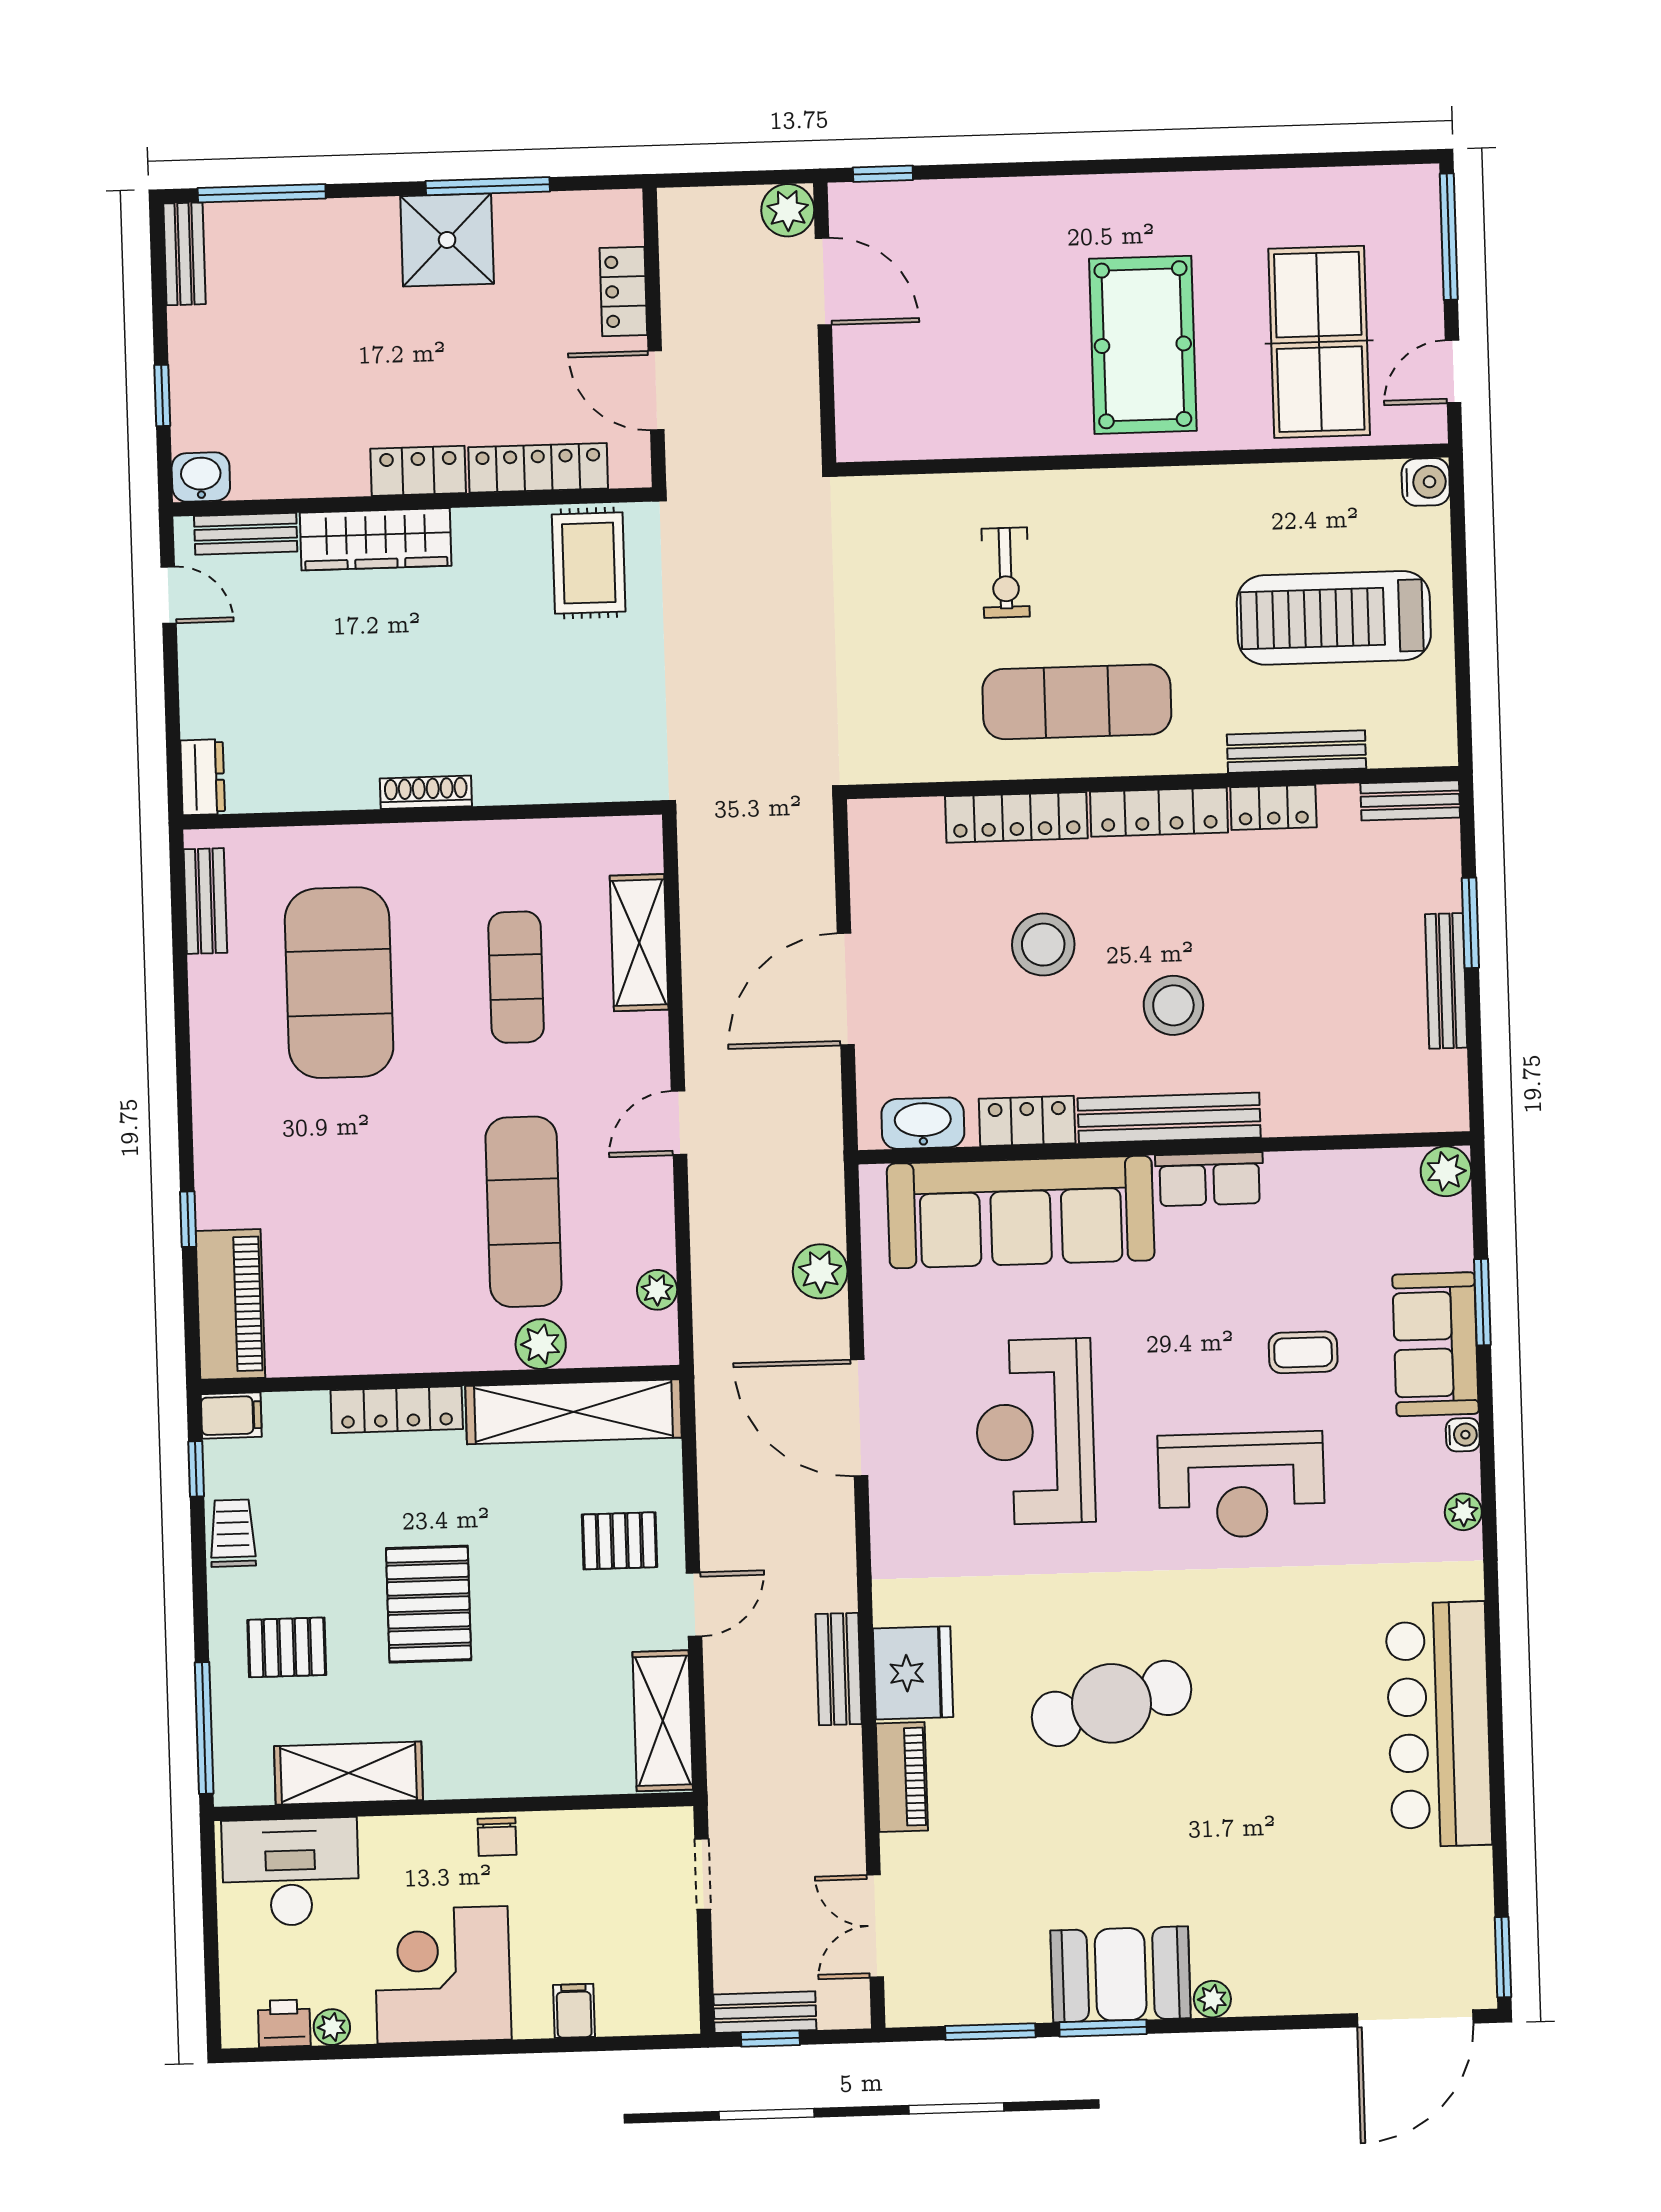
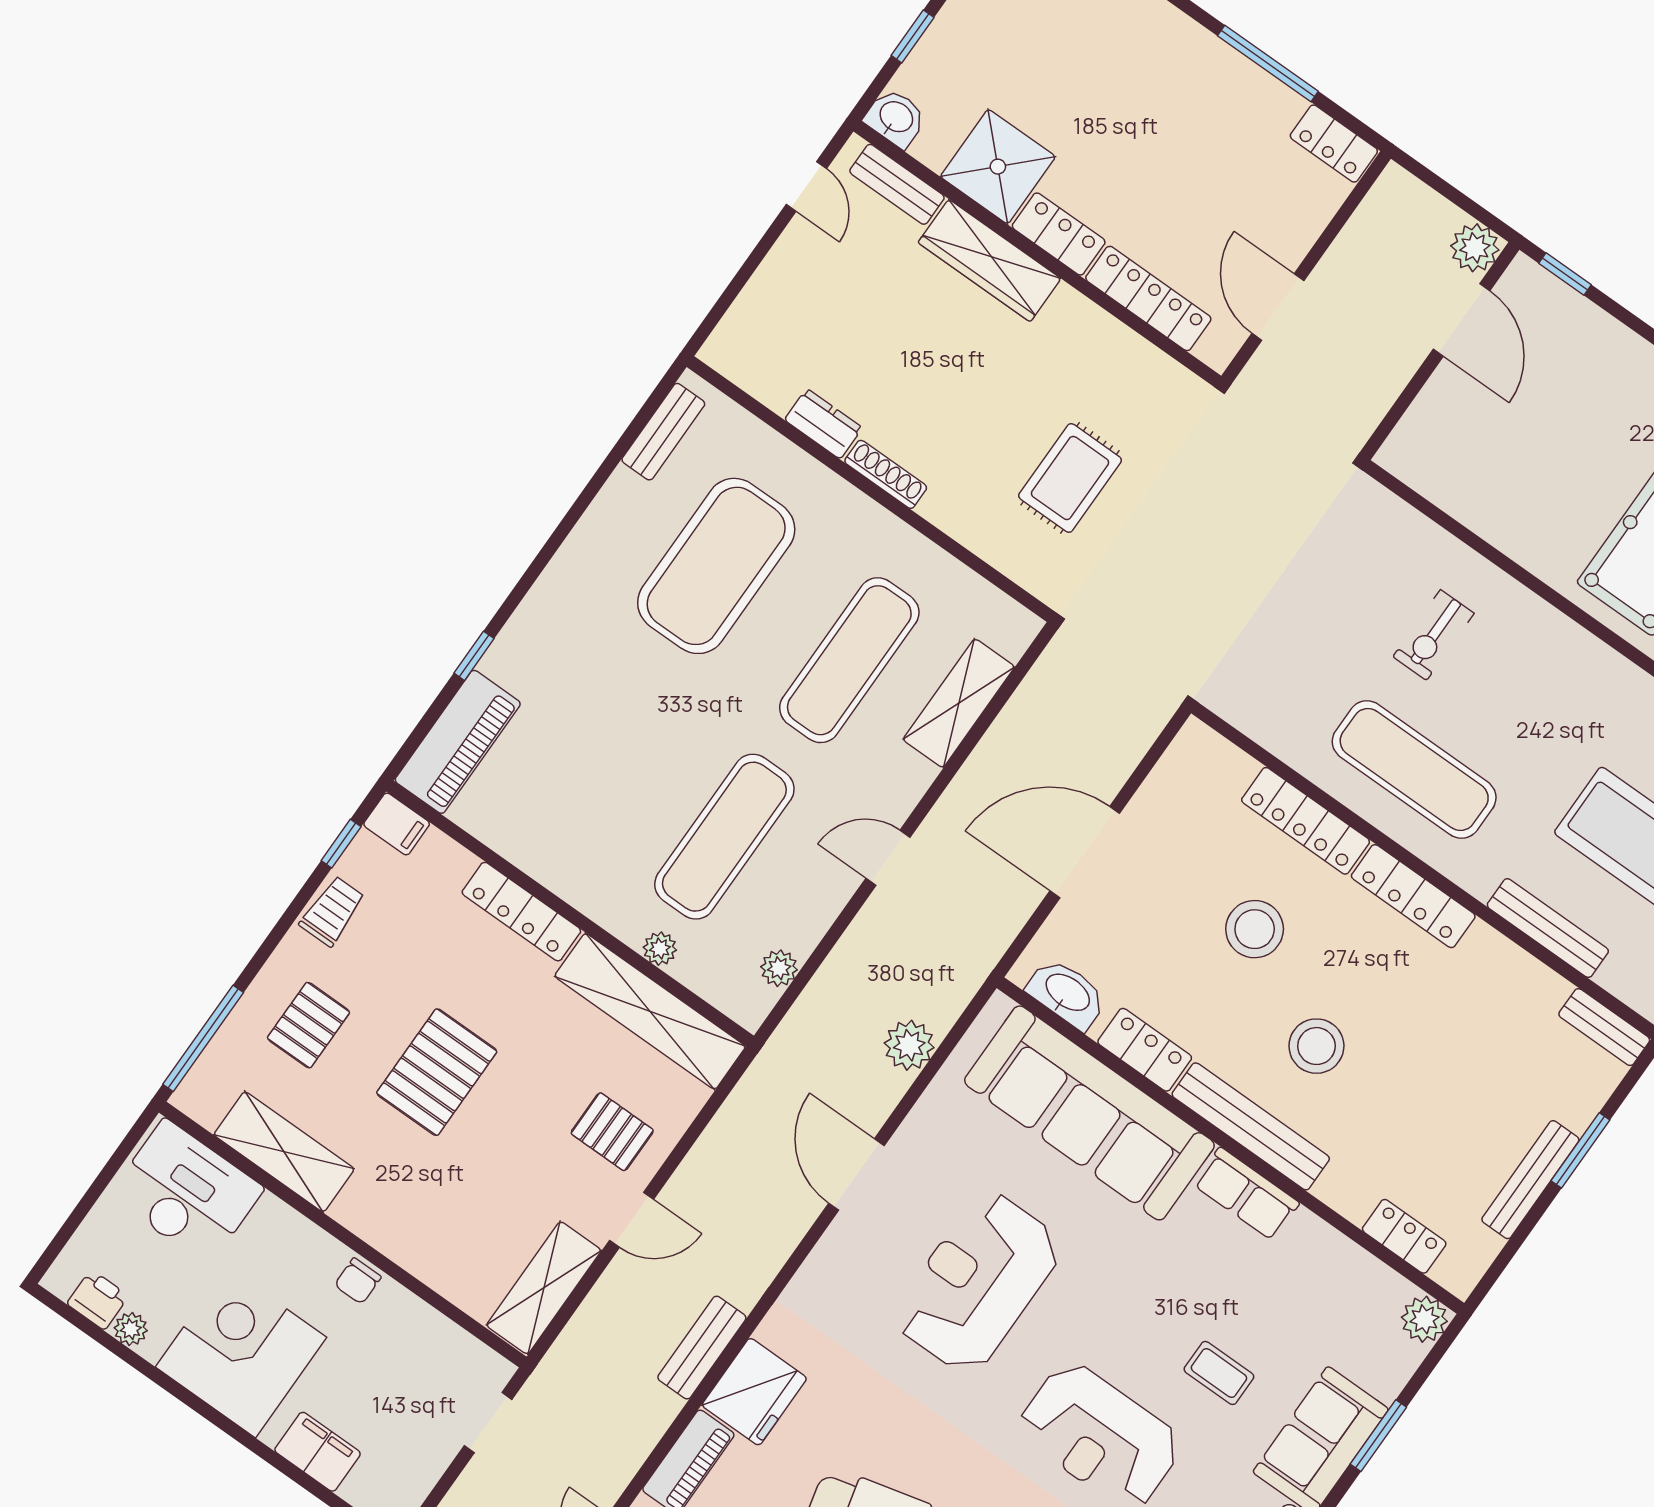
shower: (447, 240) -> (998, 167), moved
locker: (623, 292) -> (1334, 144), moved, turned -90
rug: (589, 563) -> (1070, 478), moved
dresser: (203, 777) -> (823, 424), moved, turned -90
locker: (1273, 807) -> (1404, 1236), moved, turned 180
exercise mat: (516, 977) -> (849, 660), width x1.36, depth x1.45
plant: (541, 1344) -> (660, 949), width x0.73, depth x0.73
door: (859, 1418) -> (857, 1174), width x0.73
pallet: (287, 1647) -> (308, 1025), turned 90
filing cabinet: (574, 2011) -> (318, 1452), width x2.00

